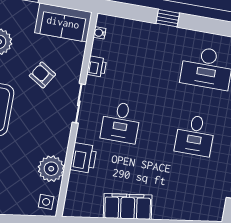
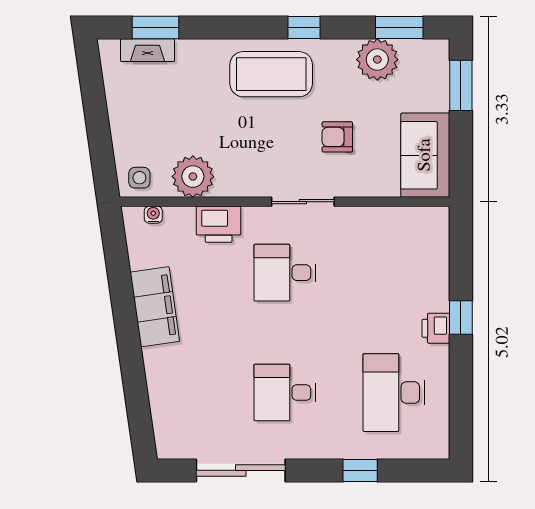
water cooler: (99, 33) -> (153, 215), moved
printer: (97, 67) -> (436, 328), moved, turned 90
armchair: (42, 75) -> (337, 137), turned -122

